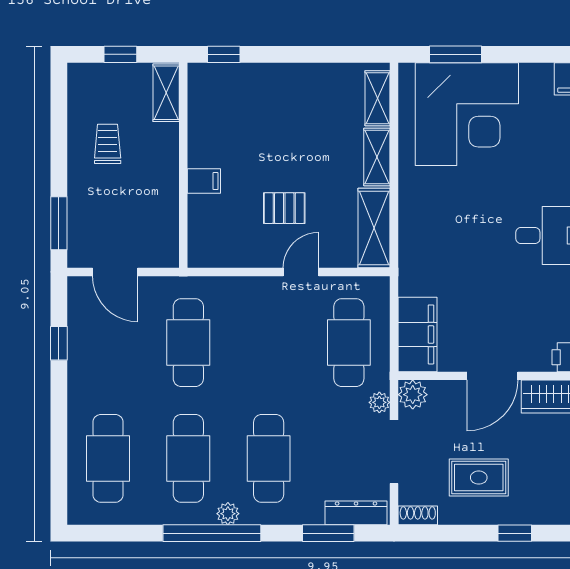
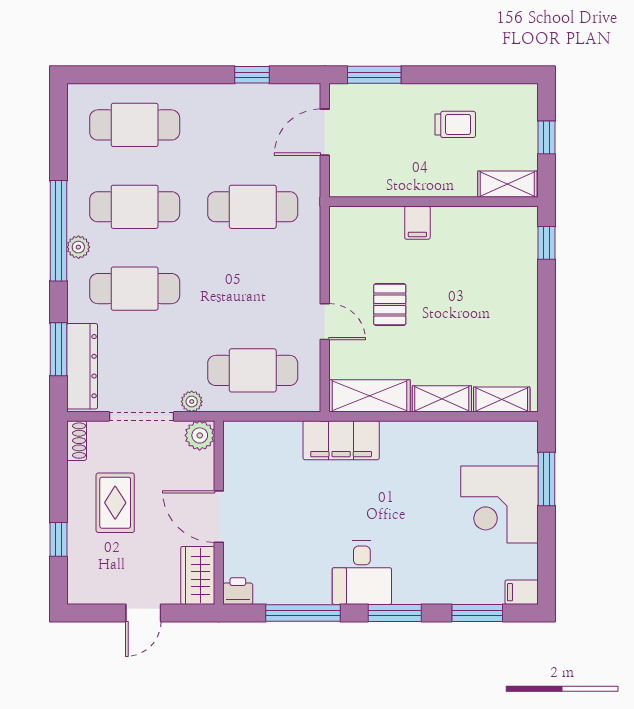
corner desk: (467, 114) -> (499, 505), width x0.74, depth x0.74
filing cabinet: (417, 334) -> (341, 440), moved
dresser: (356, 513) -> (82, 366), width x1.37, depth x1.24

